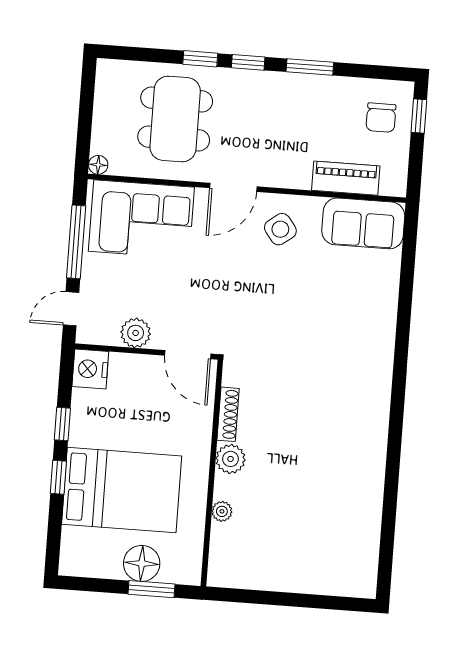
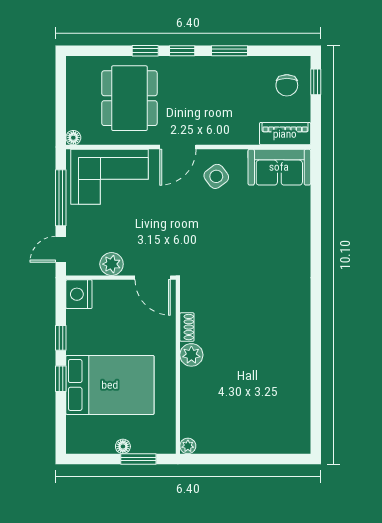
piano: (346, 178) -> (285, 134), moved
shoe rack: (228, 414) -> (187, 327), width x0.70
plant: (222, 511) -> (188, 446), moved
floor lamp: (142, 563) -> (123, 446), width x0.53, depth x0.53

